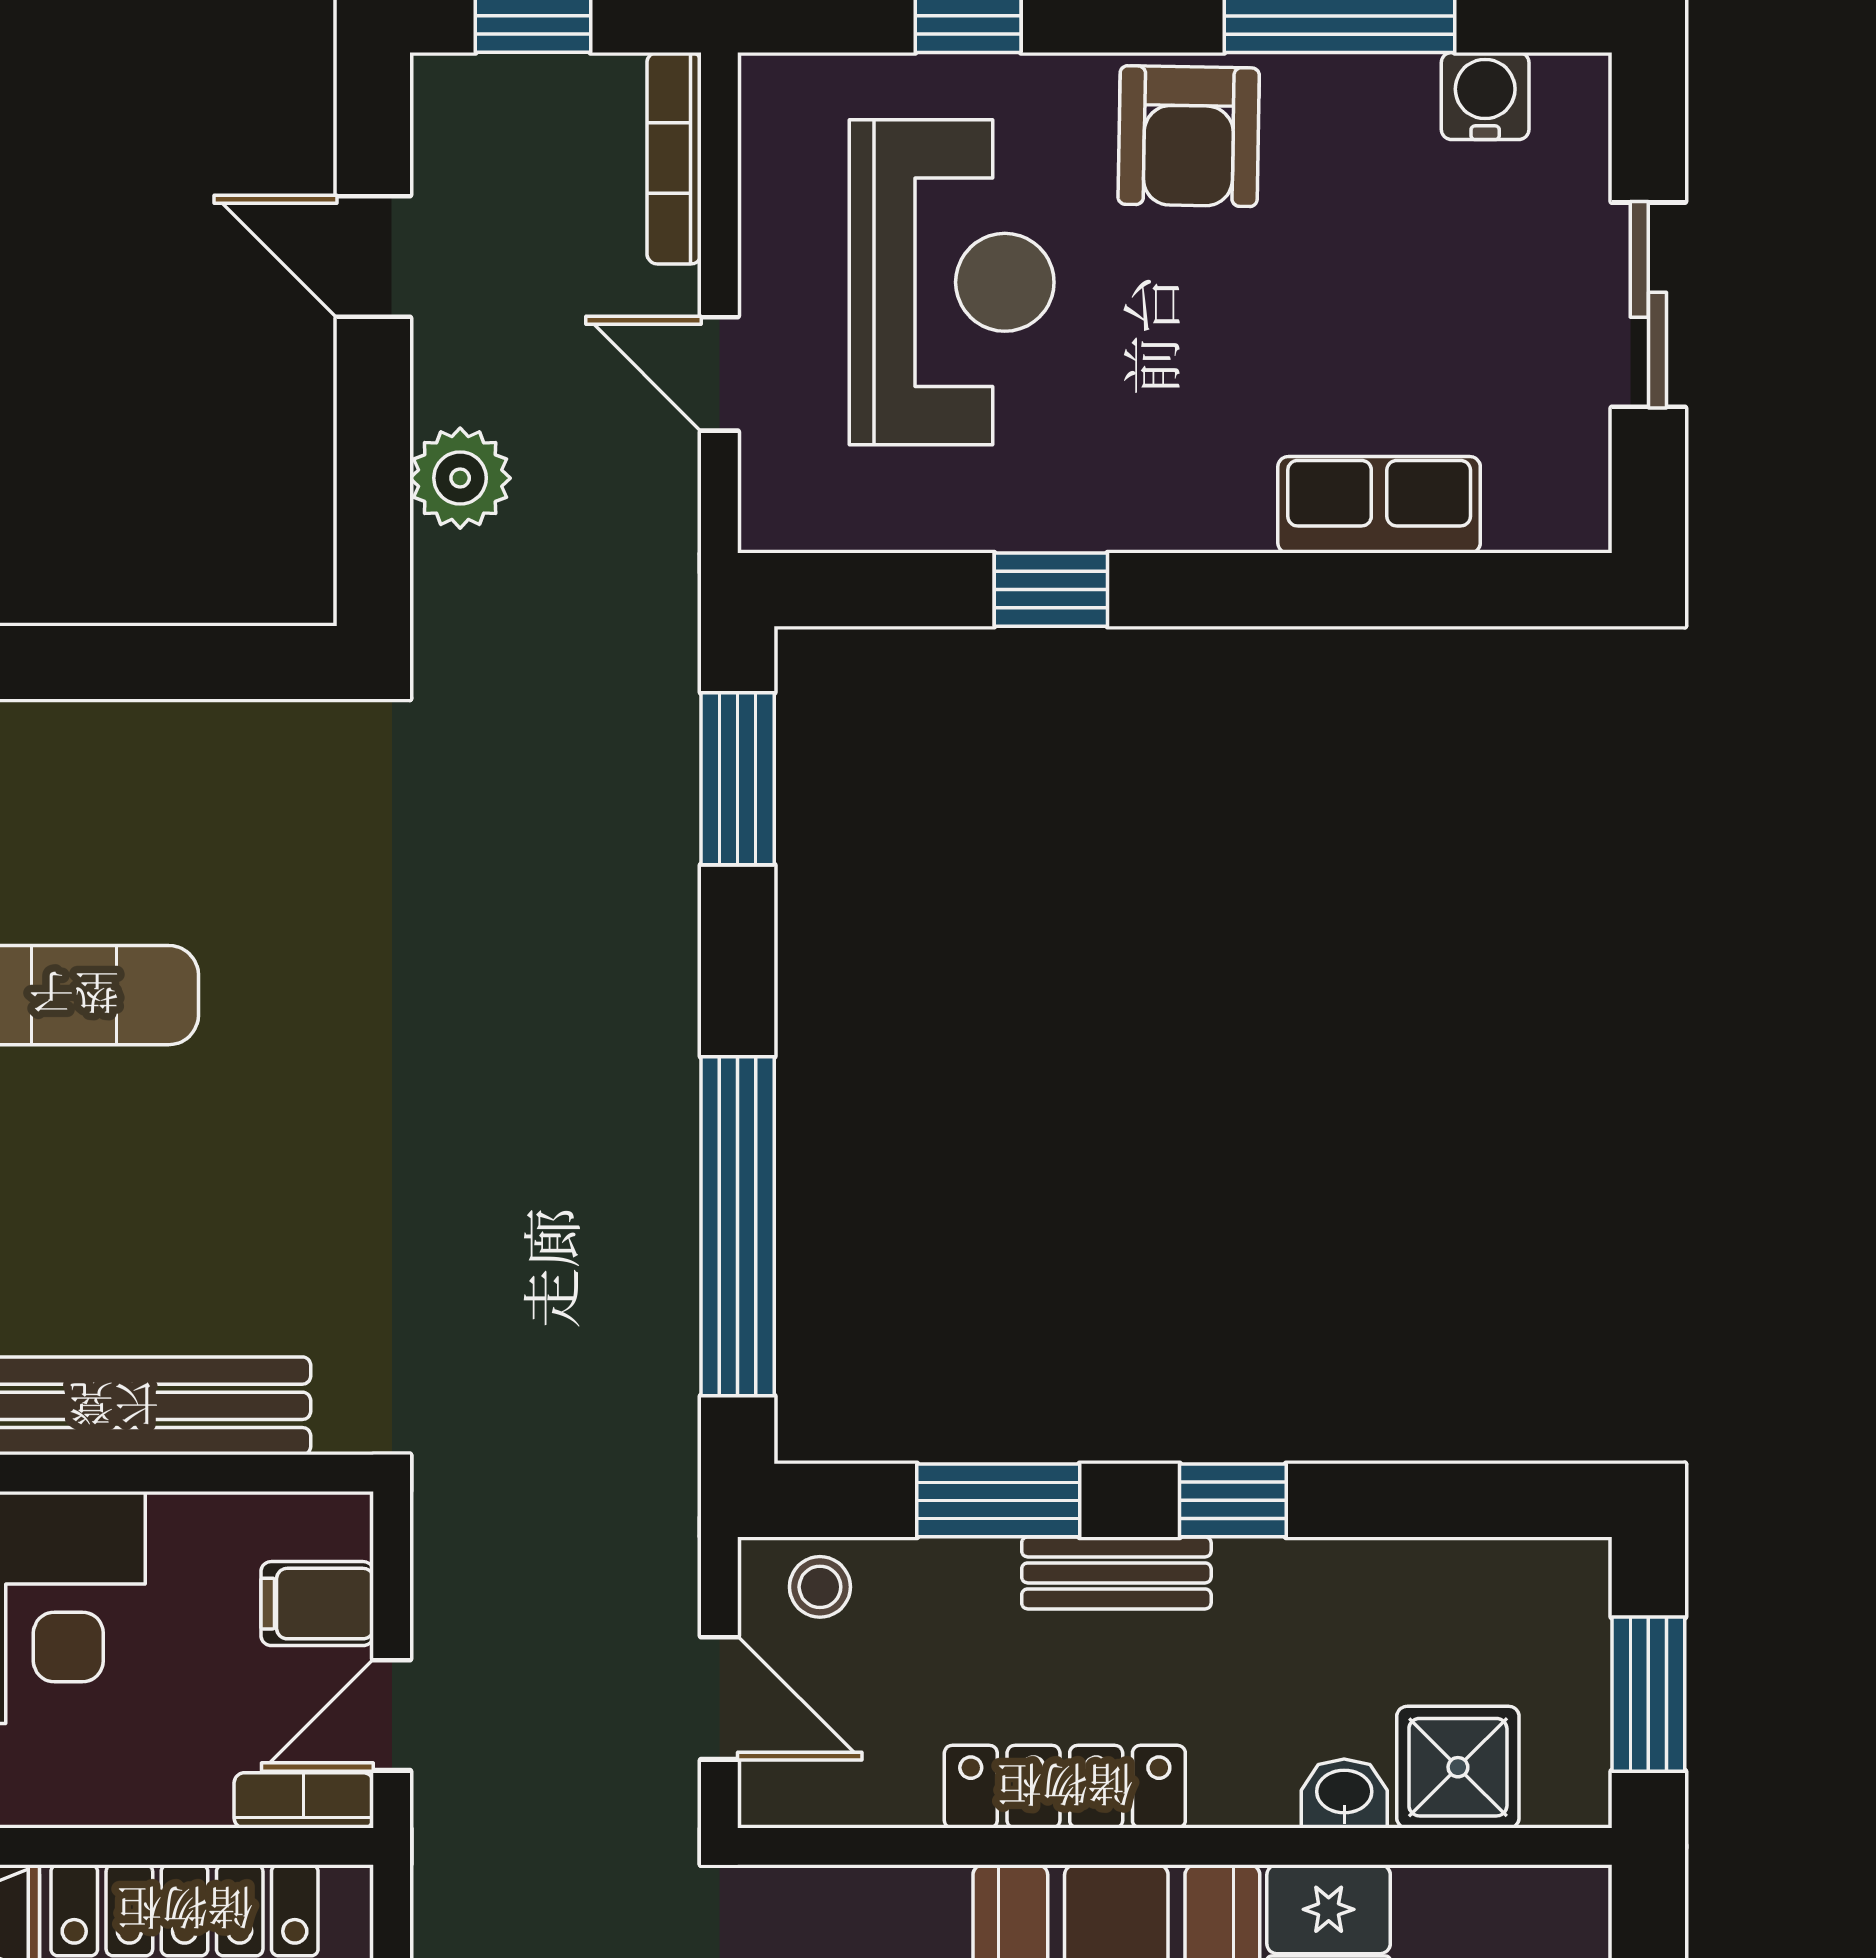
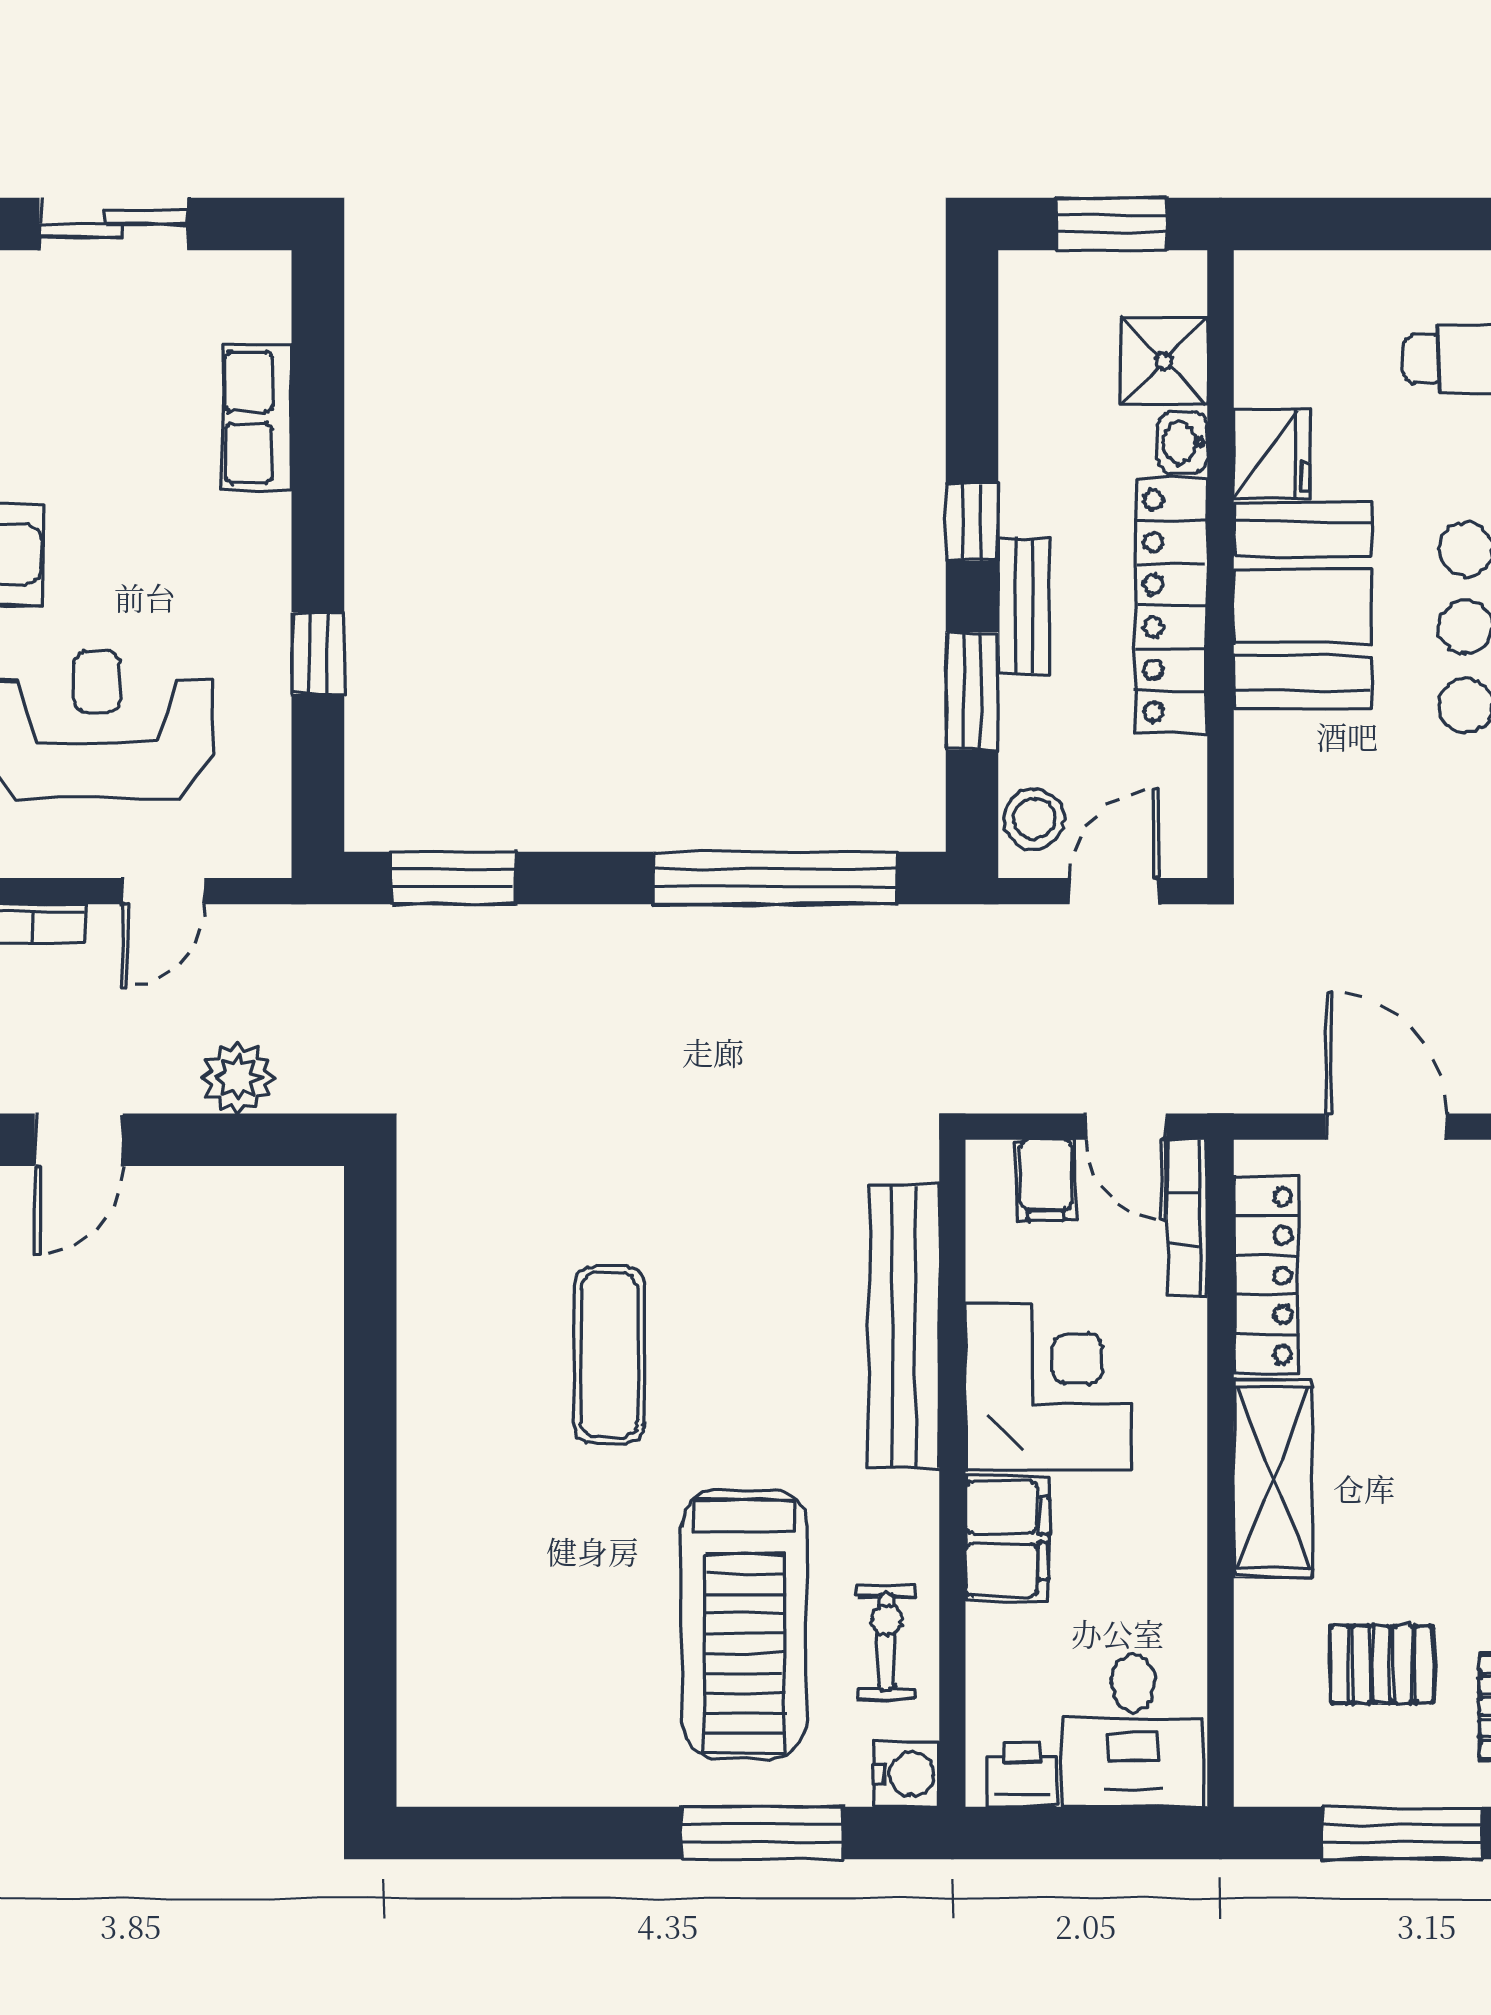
stool: (820, 1587) -> (1034, 819), width x1.37, depth x1.37
locker: (1065, 1787) -> (1171, 606), width x1.41, depth x1.21
bookcase: (304, 1800) -> (1187, 1218), width x1.56

